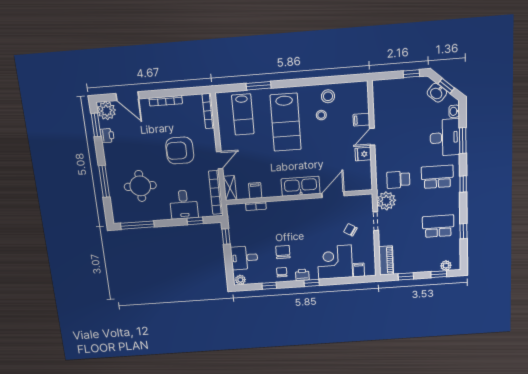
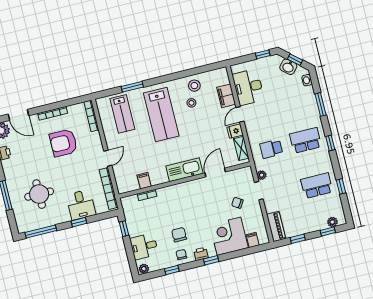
filing cabinet: (361, 120) -> (226, 96), width x2.00
desk: (445, 138) -> (248, 87), moved, turned 180
armchair: (180, 151) -> (63, 143), moved
shelving: (230, 188) -> (241, 148), moved
plant: (386, 201) -> (262, 175), width x0.53, depth x0.53
window: (195, 221) -> (79, 222), moved

